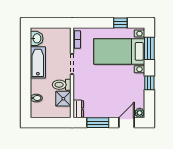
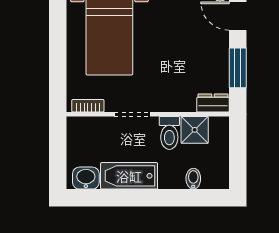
window: (120, 23) -> (58, 27), removed

